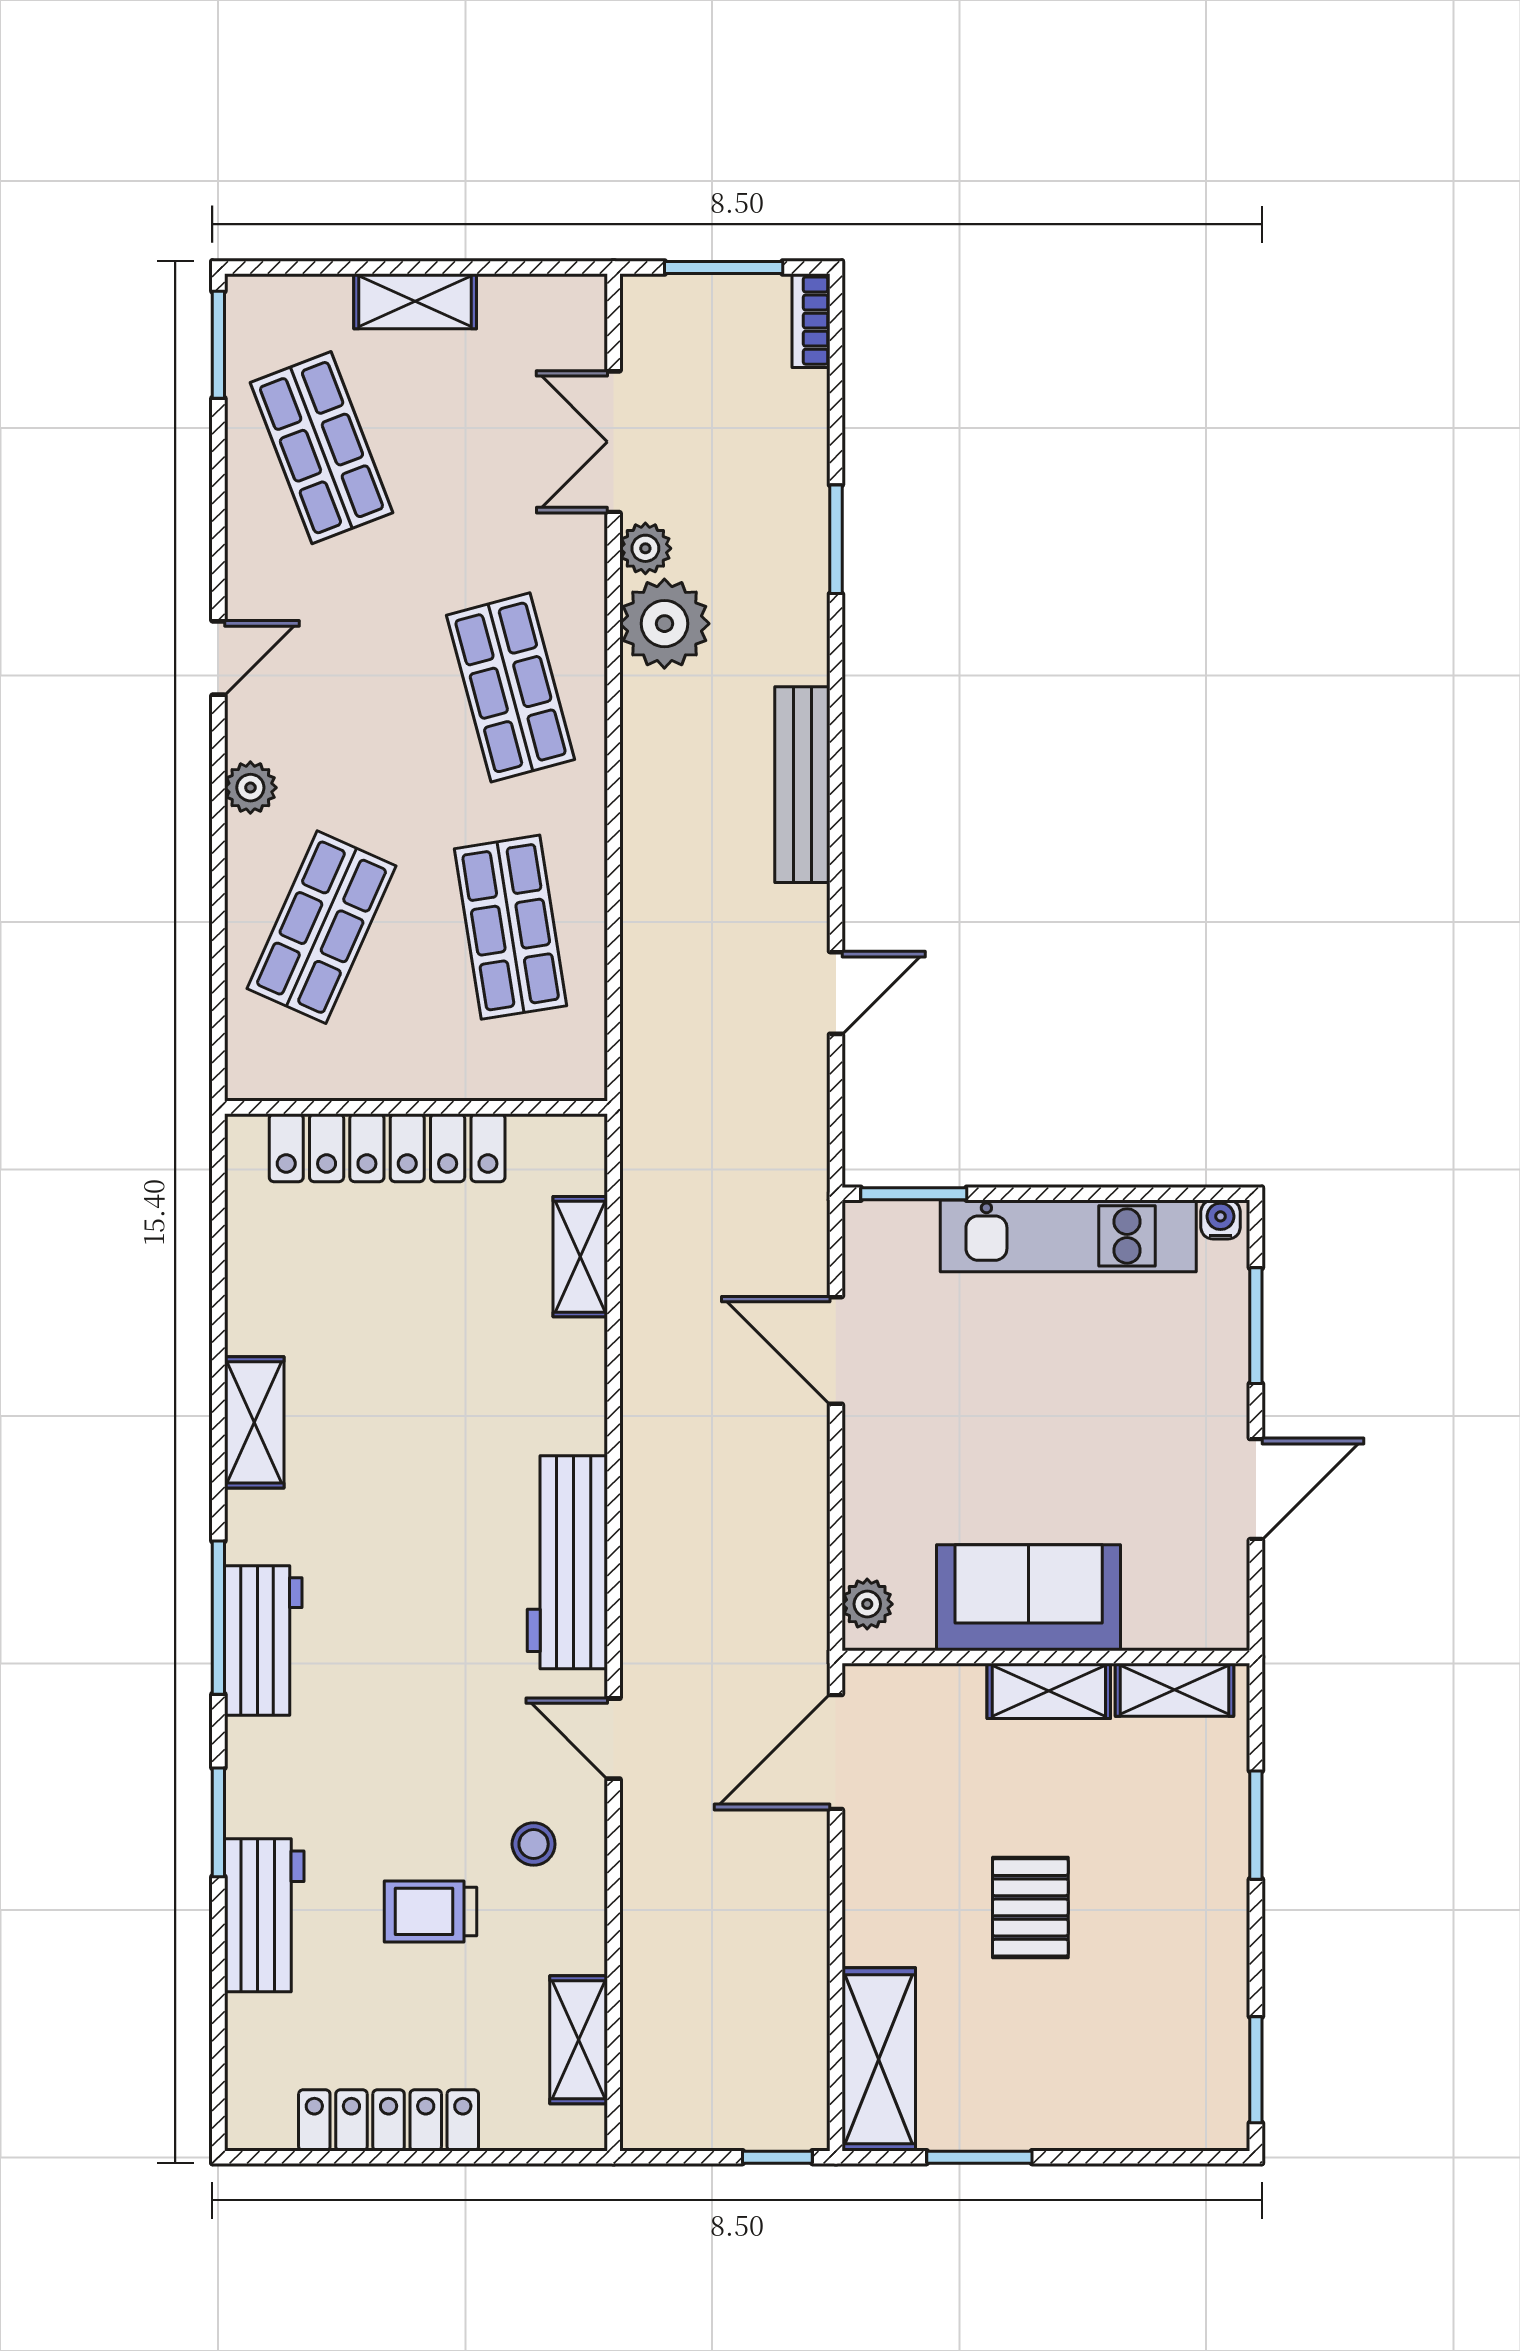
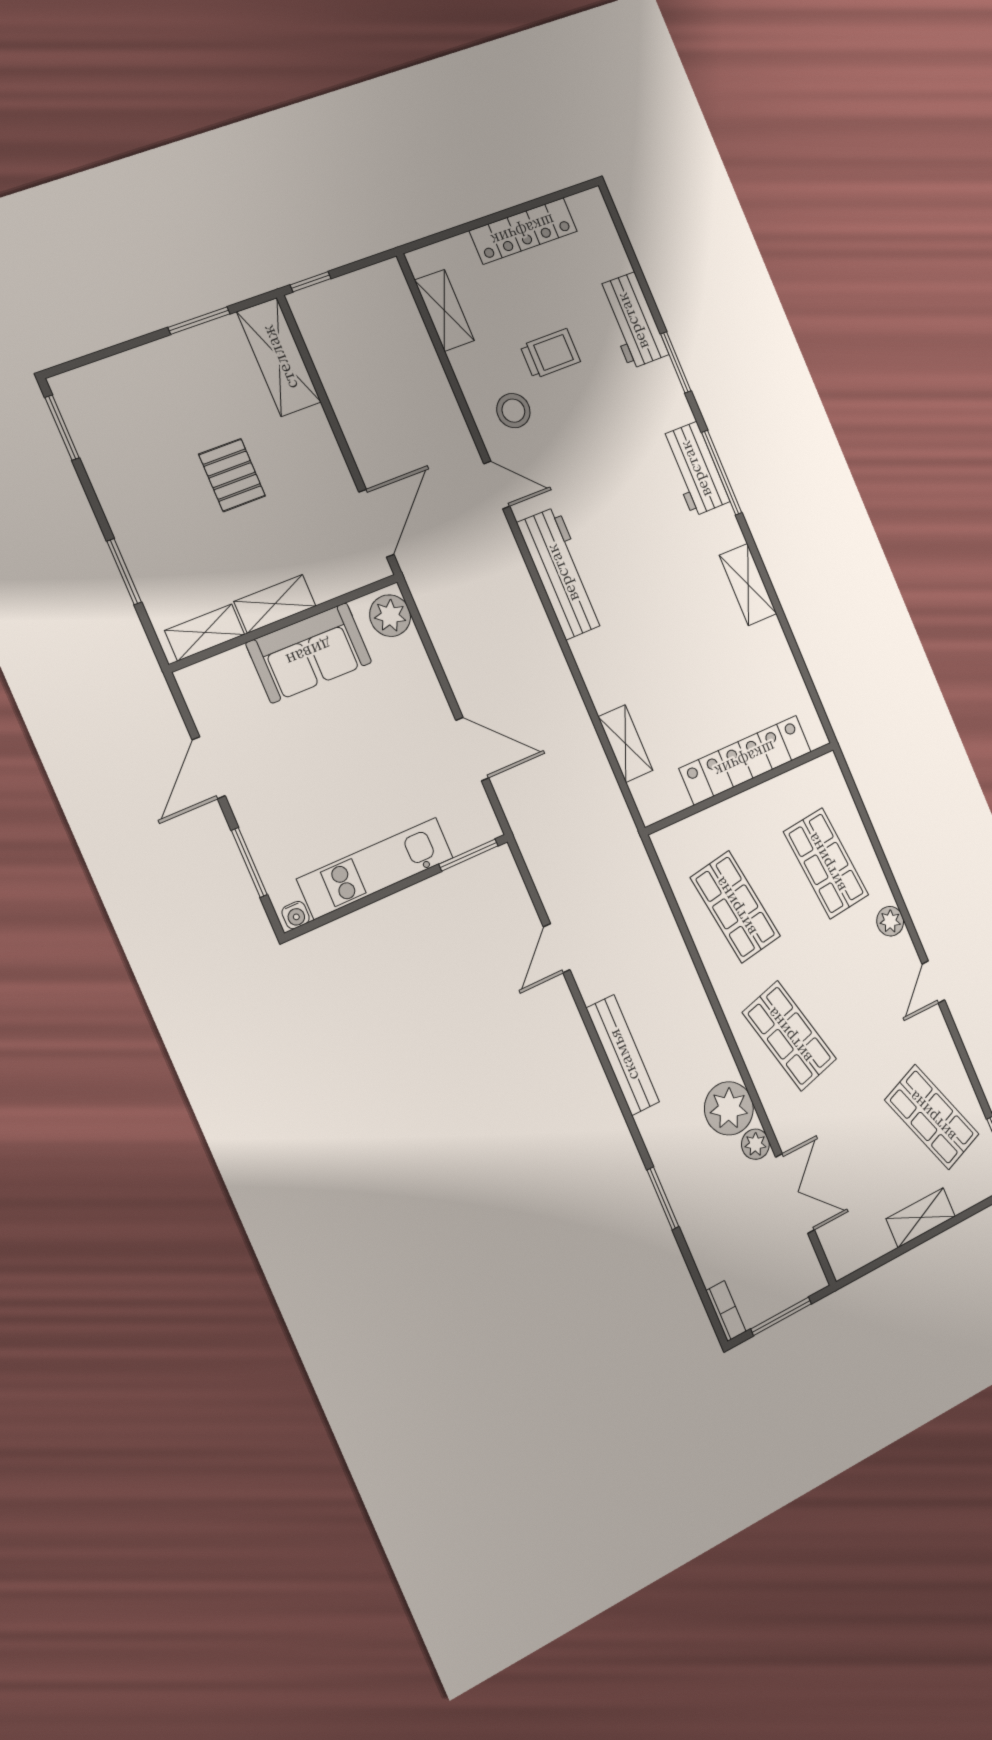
shop shelf: (321, 927) -> (826, 863), turned -30
plant: (867, 1604) -> (390, 616), width x1.38, depth x1.38
stool: (534, 1844) -> (513, 411), width x1.37, depth x1.37

